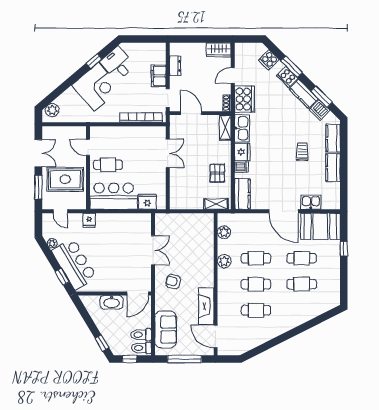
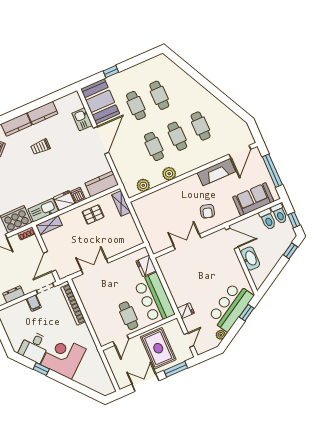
filing cabinet: (159, 76) -> (34, 303), width x0.50
plant: (52, 110) -> (101, 387), removed

